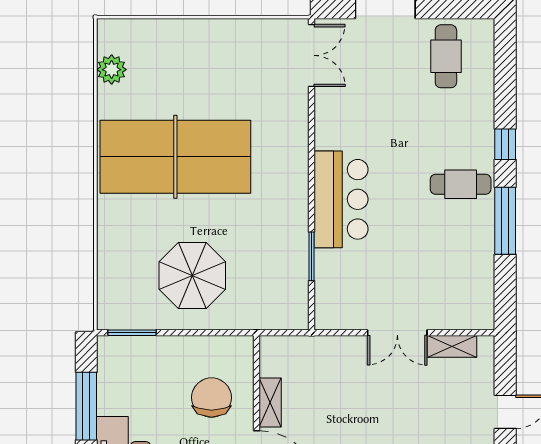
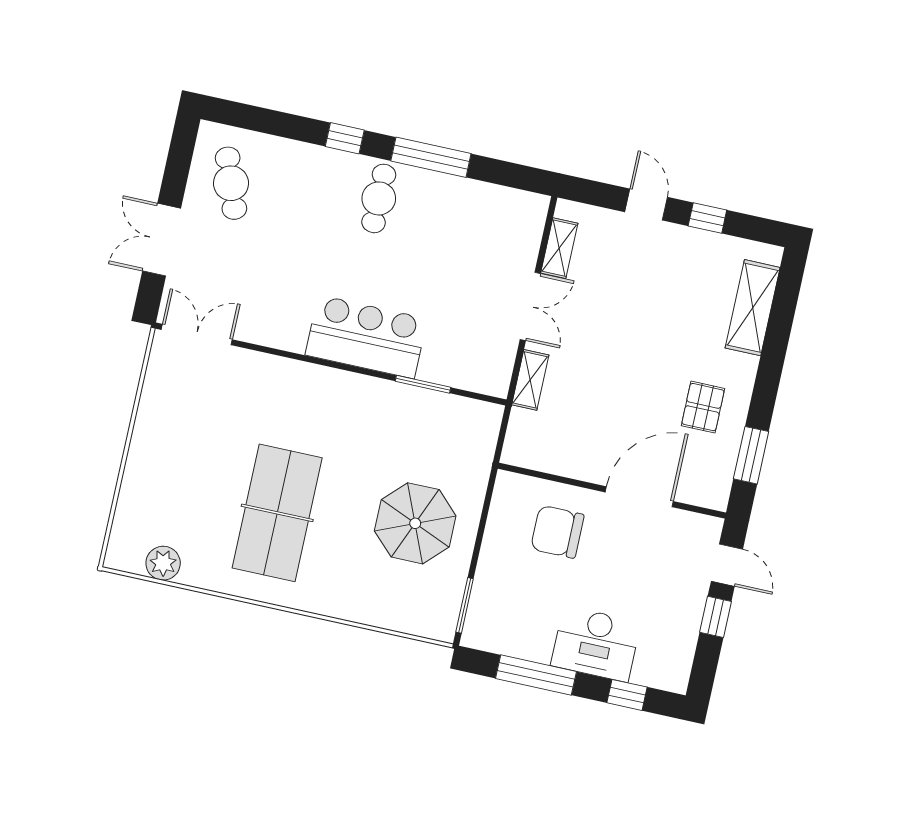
cafe table: (446, 56) -> (231, 183), turned 70
table tennis table: (175, 157) -> (277, 513), width x0.73, depth x0.76
shelving: (270, 403) -> (530, 380), moved, turned 90

